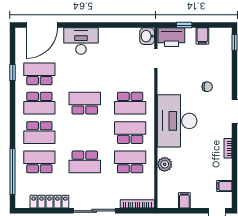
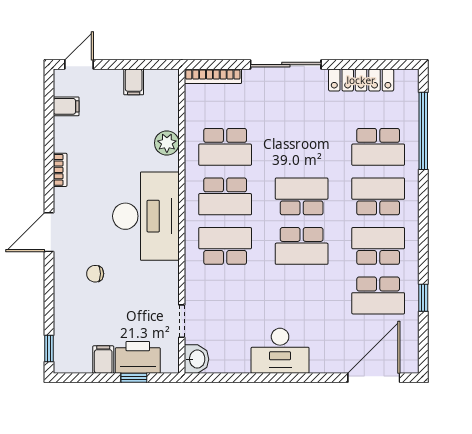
printer: (171, 37) -> (138, 357), moved
desk: (81, 41) -> (280, 351), moved
school desk: (85, 162) -> (302, 196), moved

